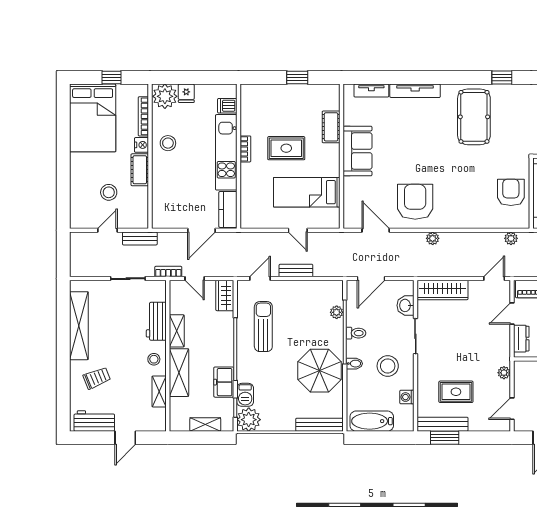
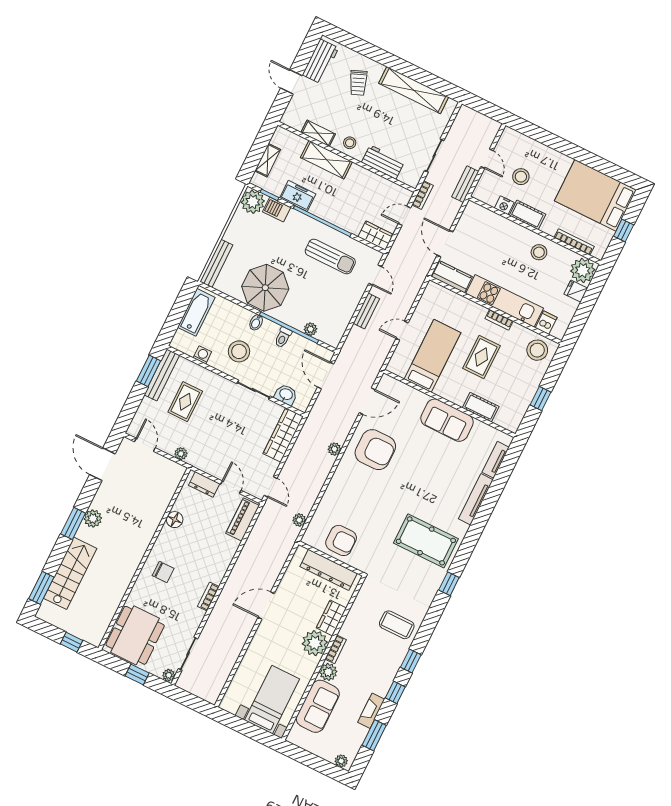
stool: (256, 102) -> (537, 350), added
nightstand: (142, 145) -> (504, 205), moved
shelving: (177, 331) -> (365, 176), removed

